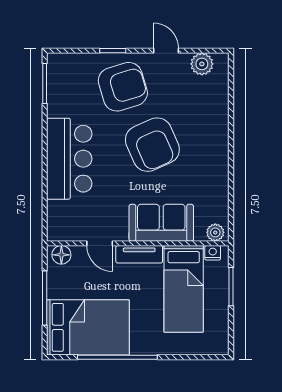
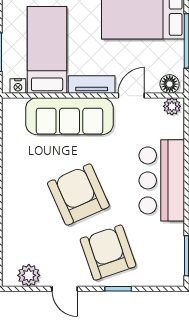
armchair: (123, 87) -> (108, 253), turned 88
sofa: (161, 223) -> (69, 116), width x1.36
plant: (215, 232) -> (172, 106), moved
door: (100, 243) -> (131, 96), hinge flipped

